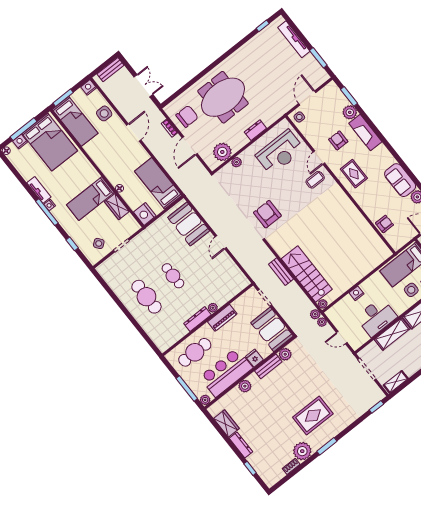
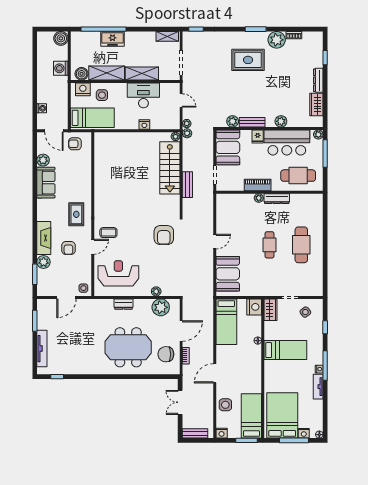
wardrobe: (117, 207) -> (270, 310), moved
armchair: (384, 224) -> (75, 144), moved

